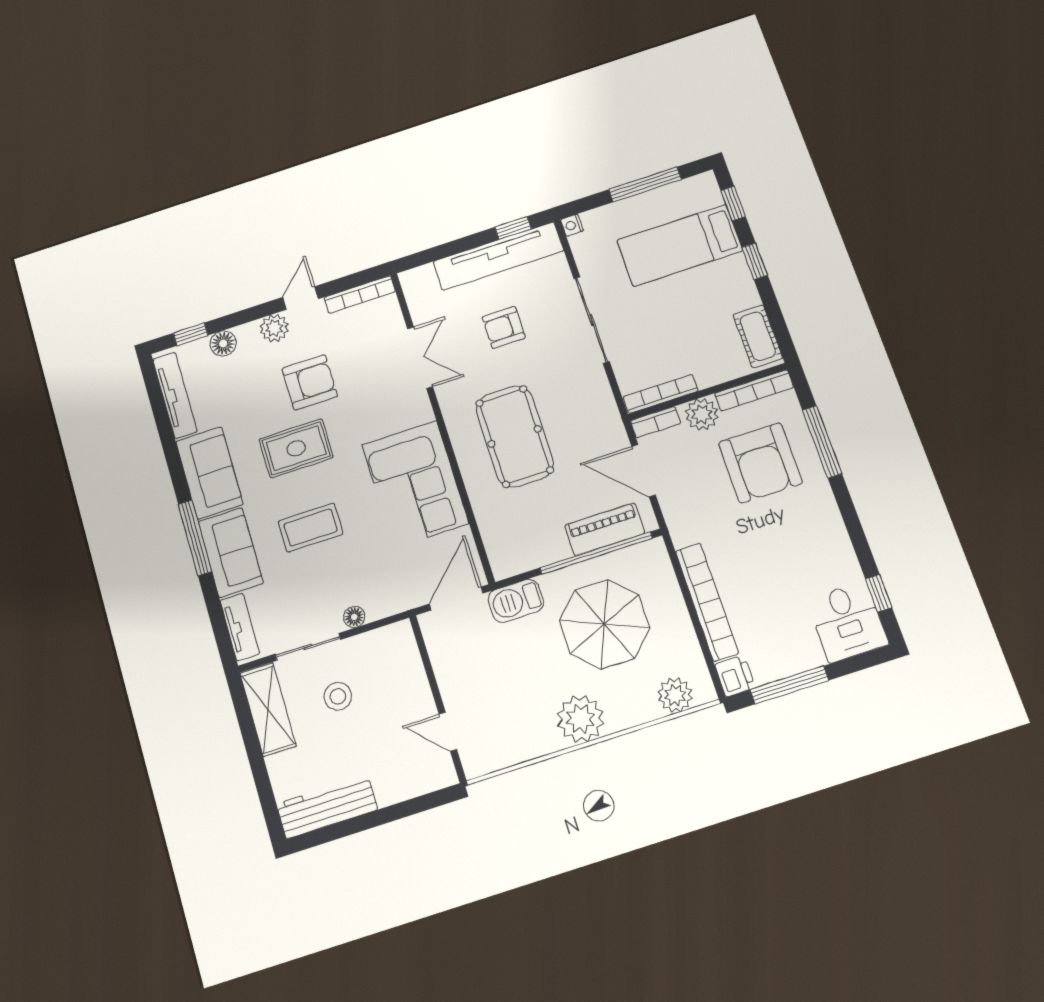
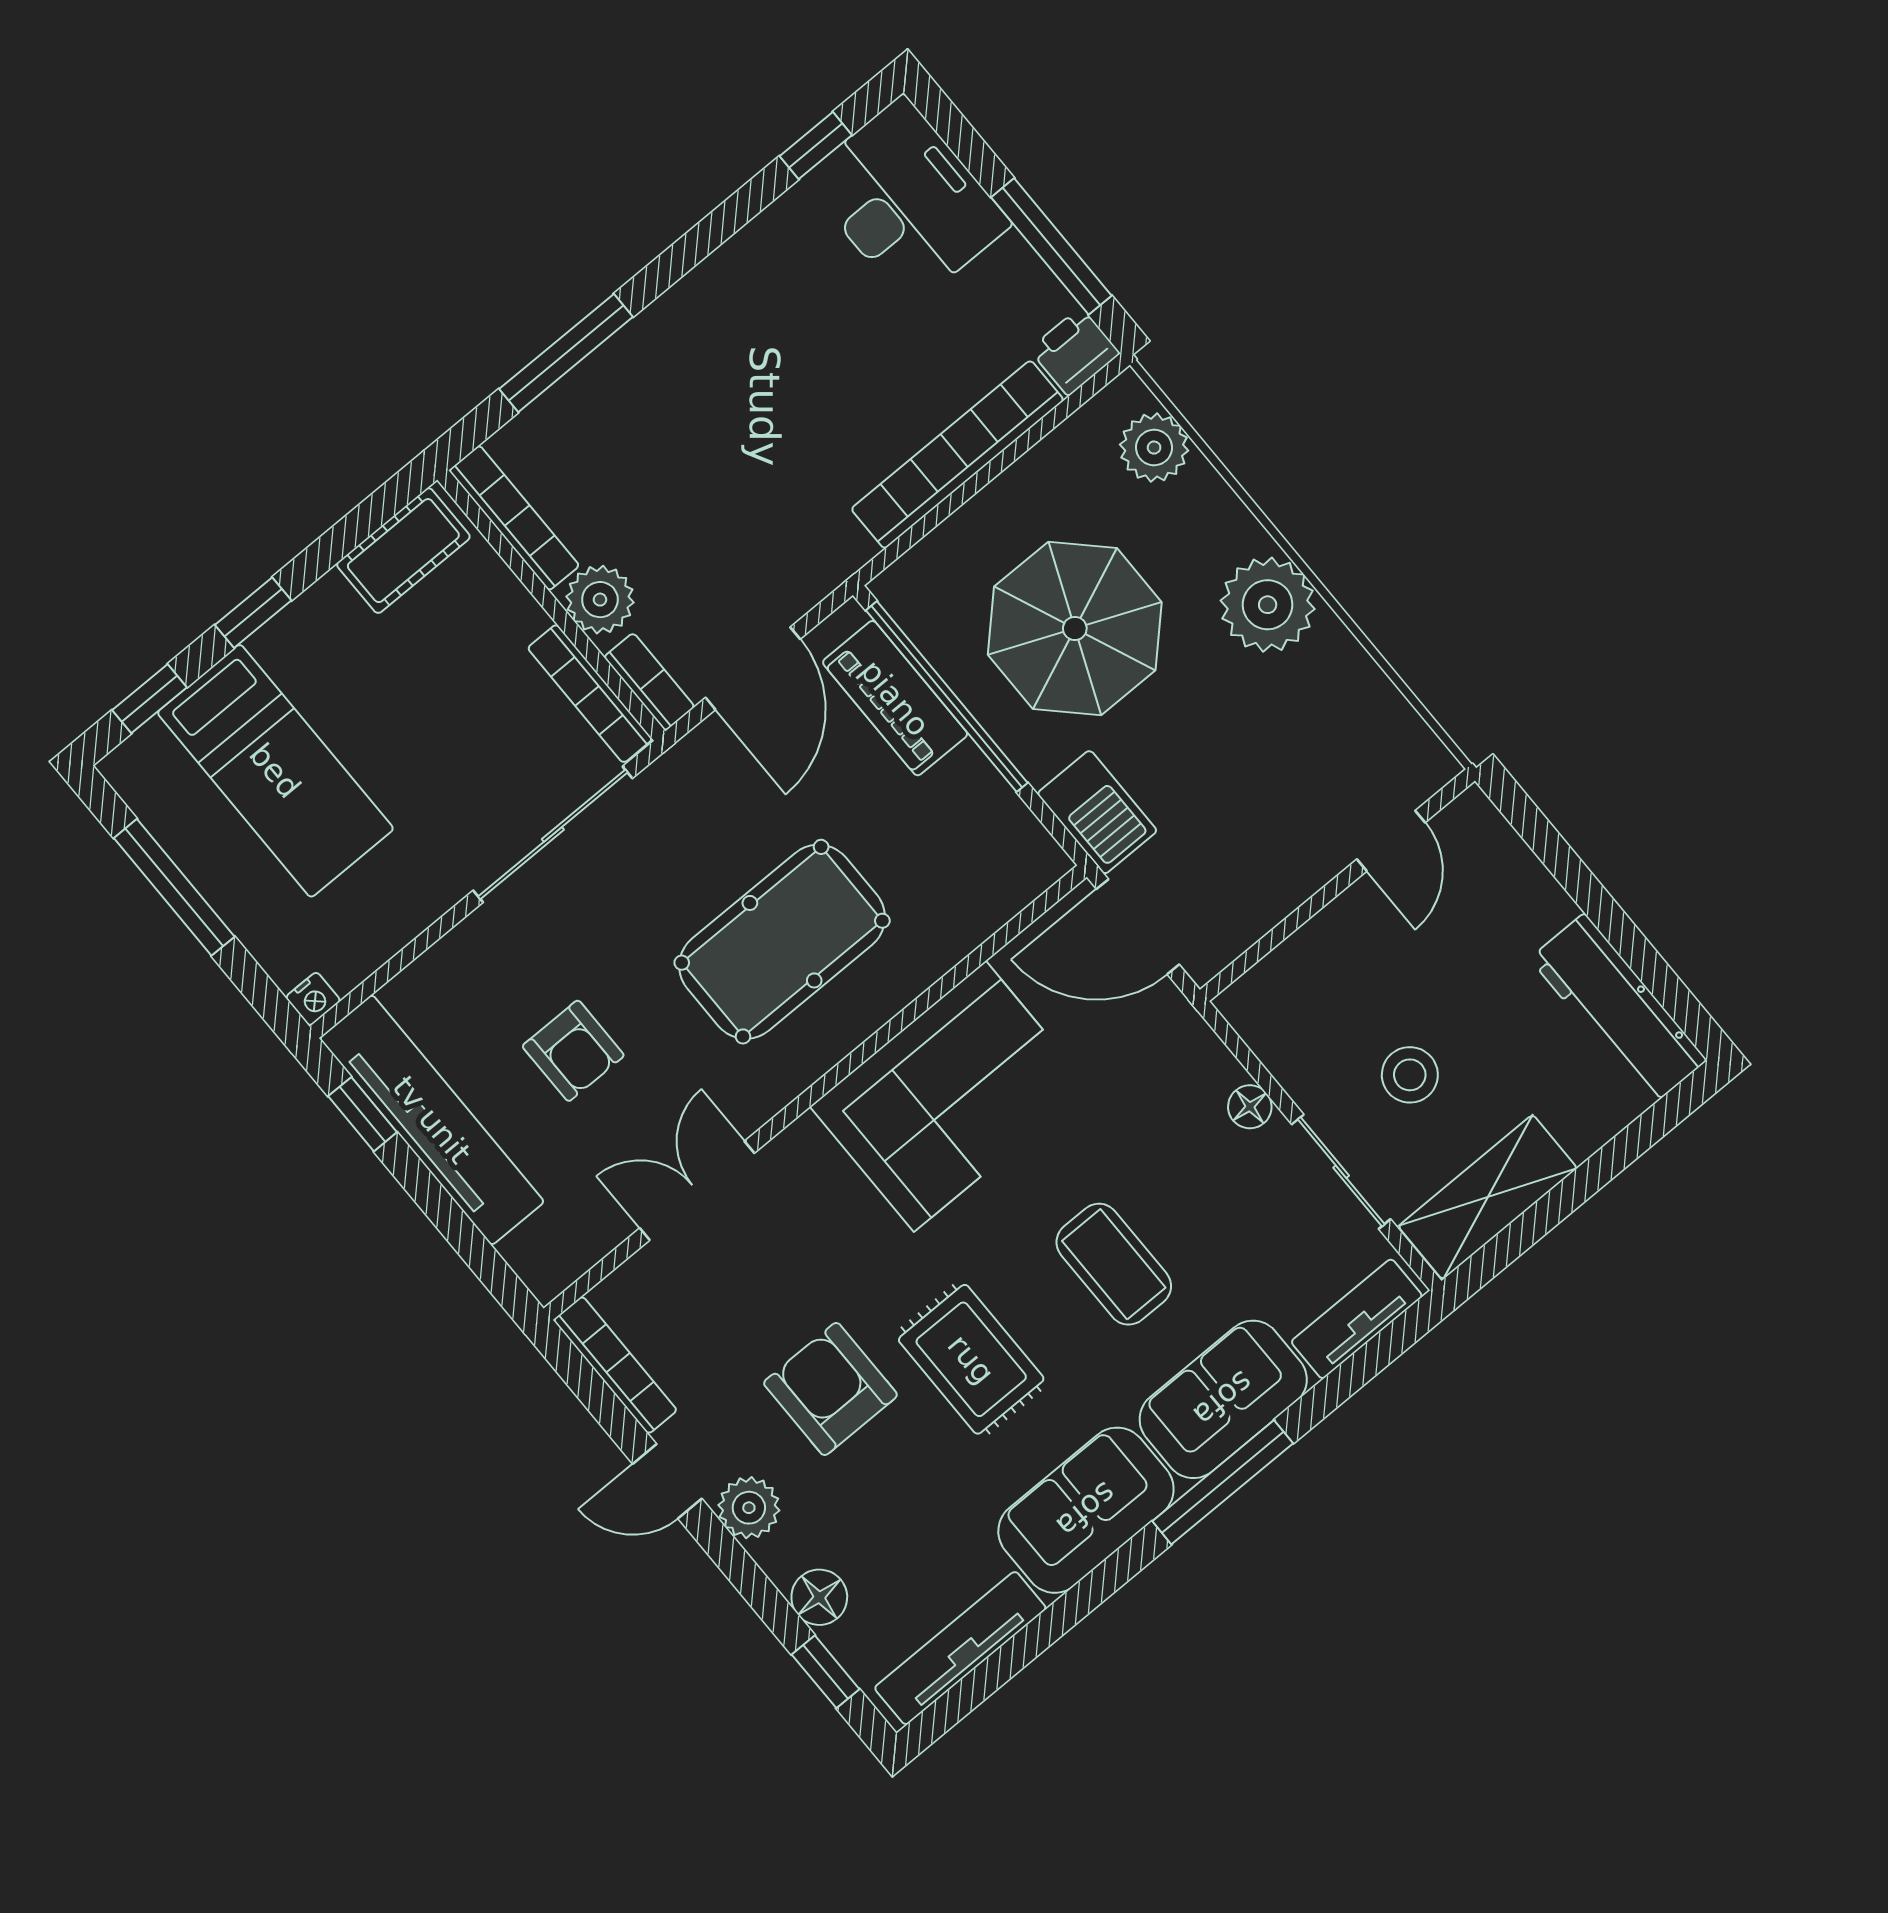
sliding door: (592, 320) -> (553, 834), moved
armchair: (760, 463) -> (652, 454), removed
desk: (847, 622) -> (907, 201), width x1.37

